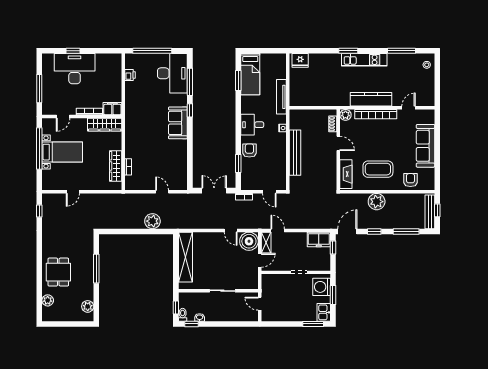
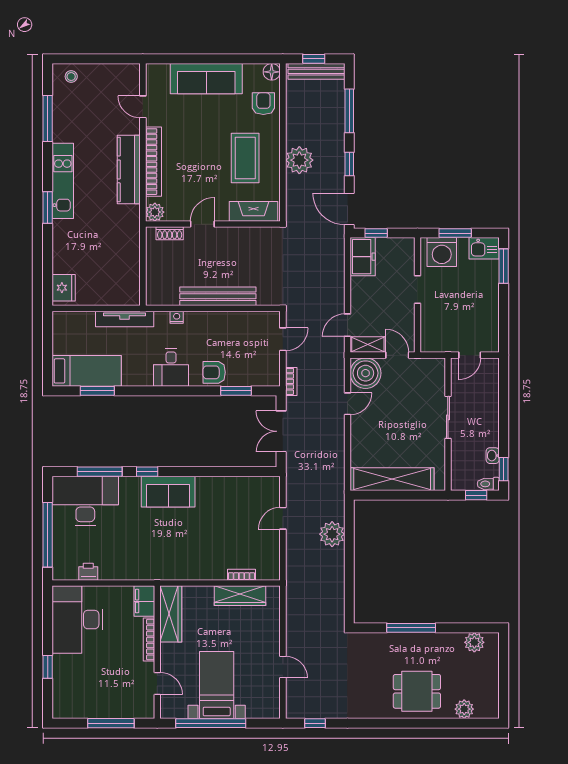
desk: (75, 69) -> (78, 620), moved
armchair: (410, 180) -> (263, 104), turned 90
floor lamp: (430, 185) -> (272, 72), added

